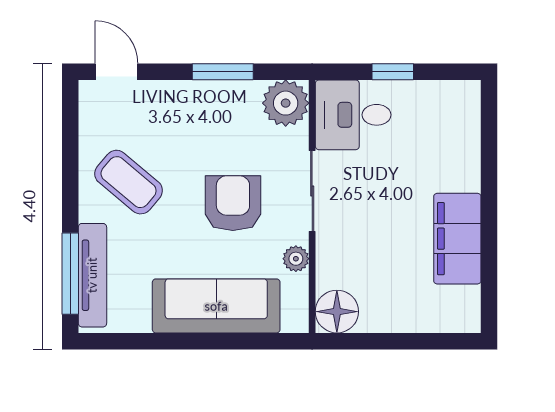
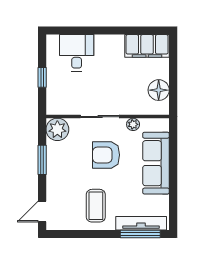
desk: (353, 115) -> (77, 53), moved, turned 180
coffee table: (129, 182) -> (96, 206), turned -40
filing cabinet: (457, 239) -> (147, 46), moved
floor lamp: (337, 312) -> (159, 90), moved

